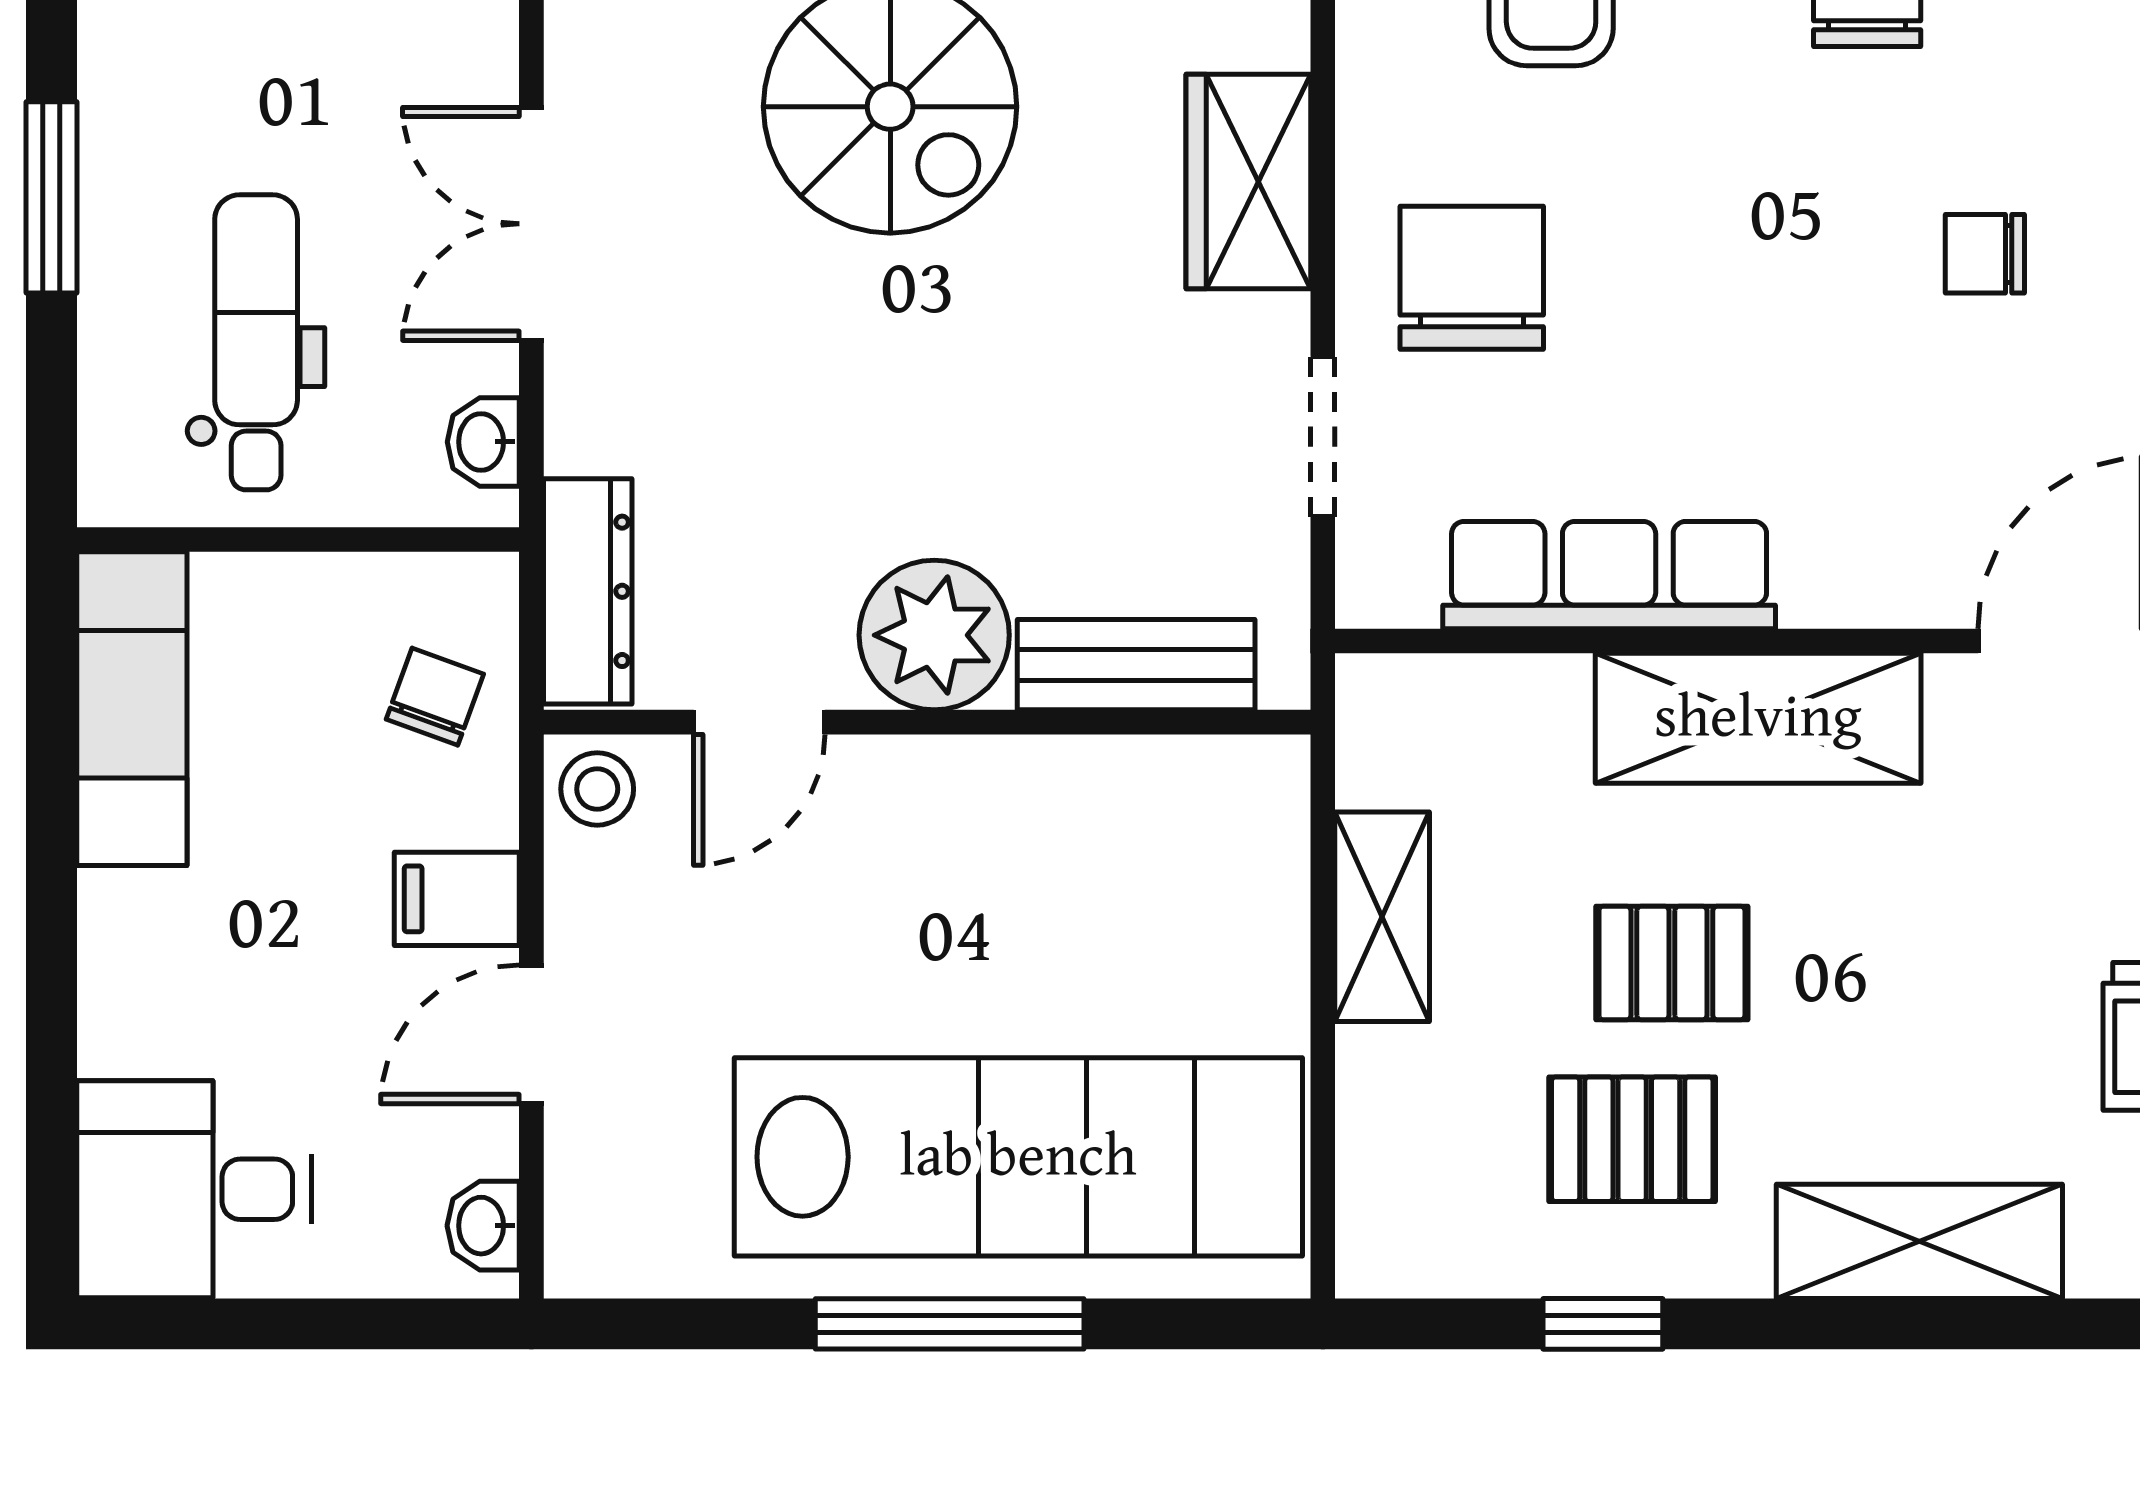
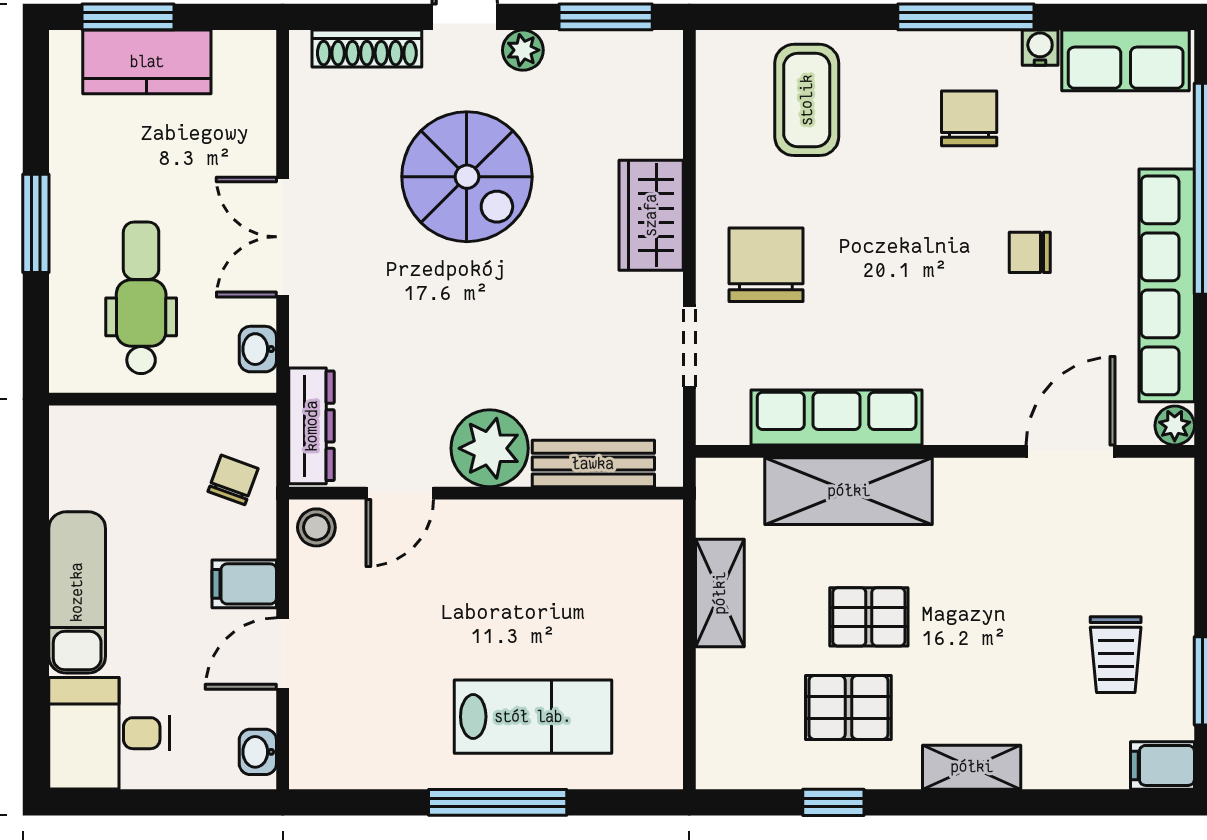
exam couch: (132, 709) -> (77, 592), moved
shelving: (1758, 718) -> (849, 491), moved
lab bench: (1018, 1157) -> (533, 717), width x0.54, depth x0.72
shelving: (1919, 1241) -> (972, 767), width x0.67, depth x0.75

